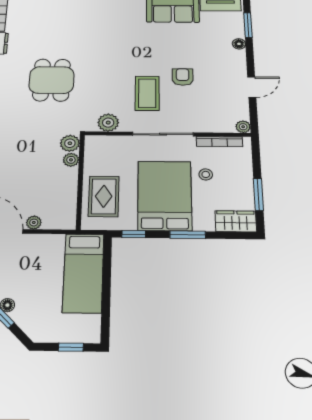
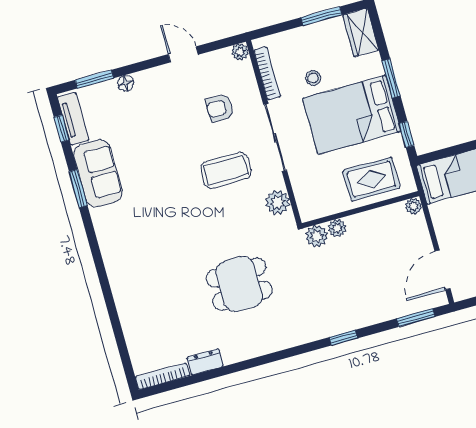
armchair: (183, 77) -> (220, 108), moved
plant: (34, 222) -> (414, 206), moved

